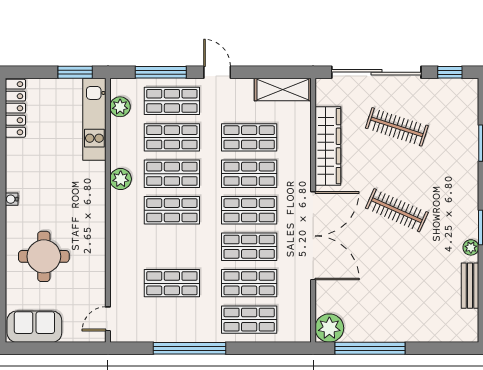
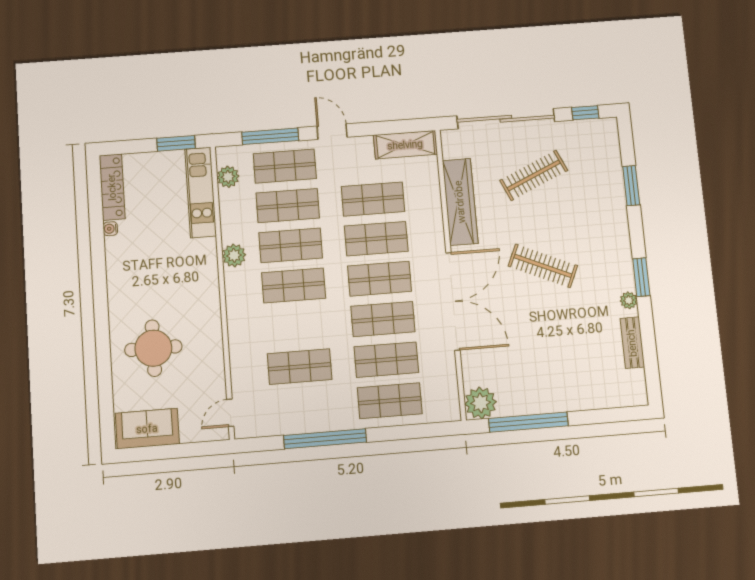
clothes rail: (397, 127) -> (534, 175), turned -42
water cooler: (12, 199) -> (110, 229), moved

